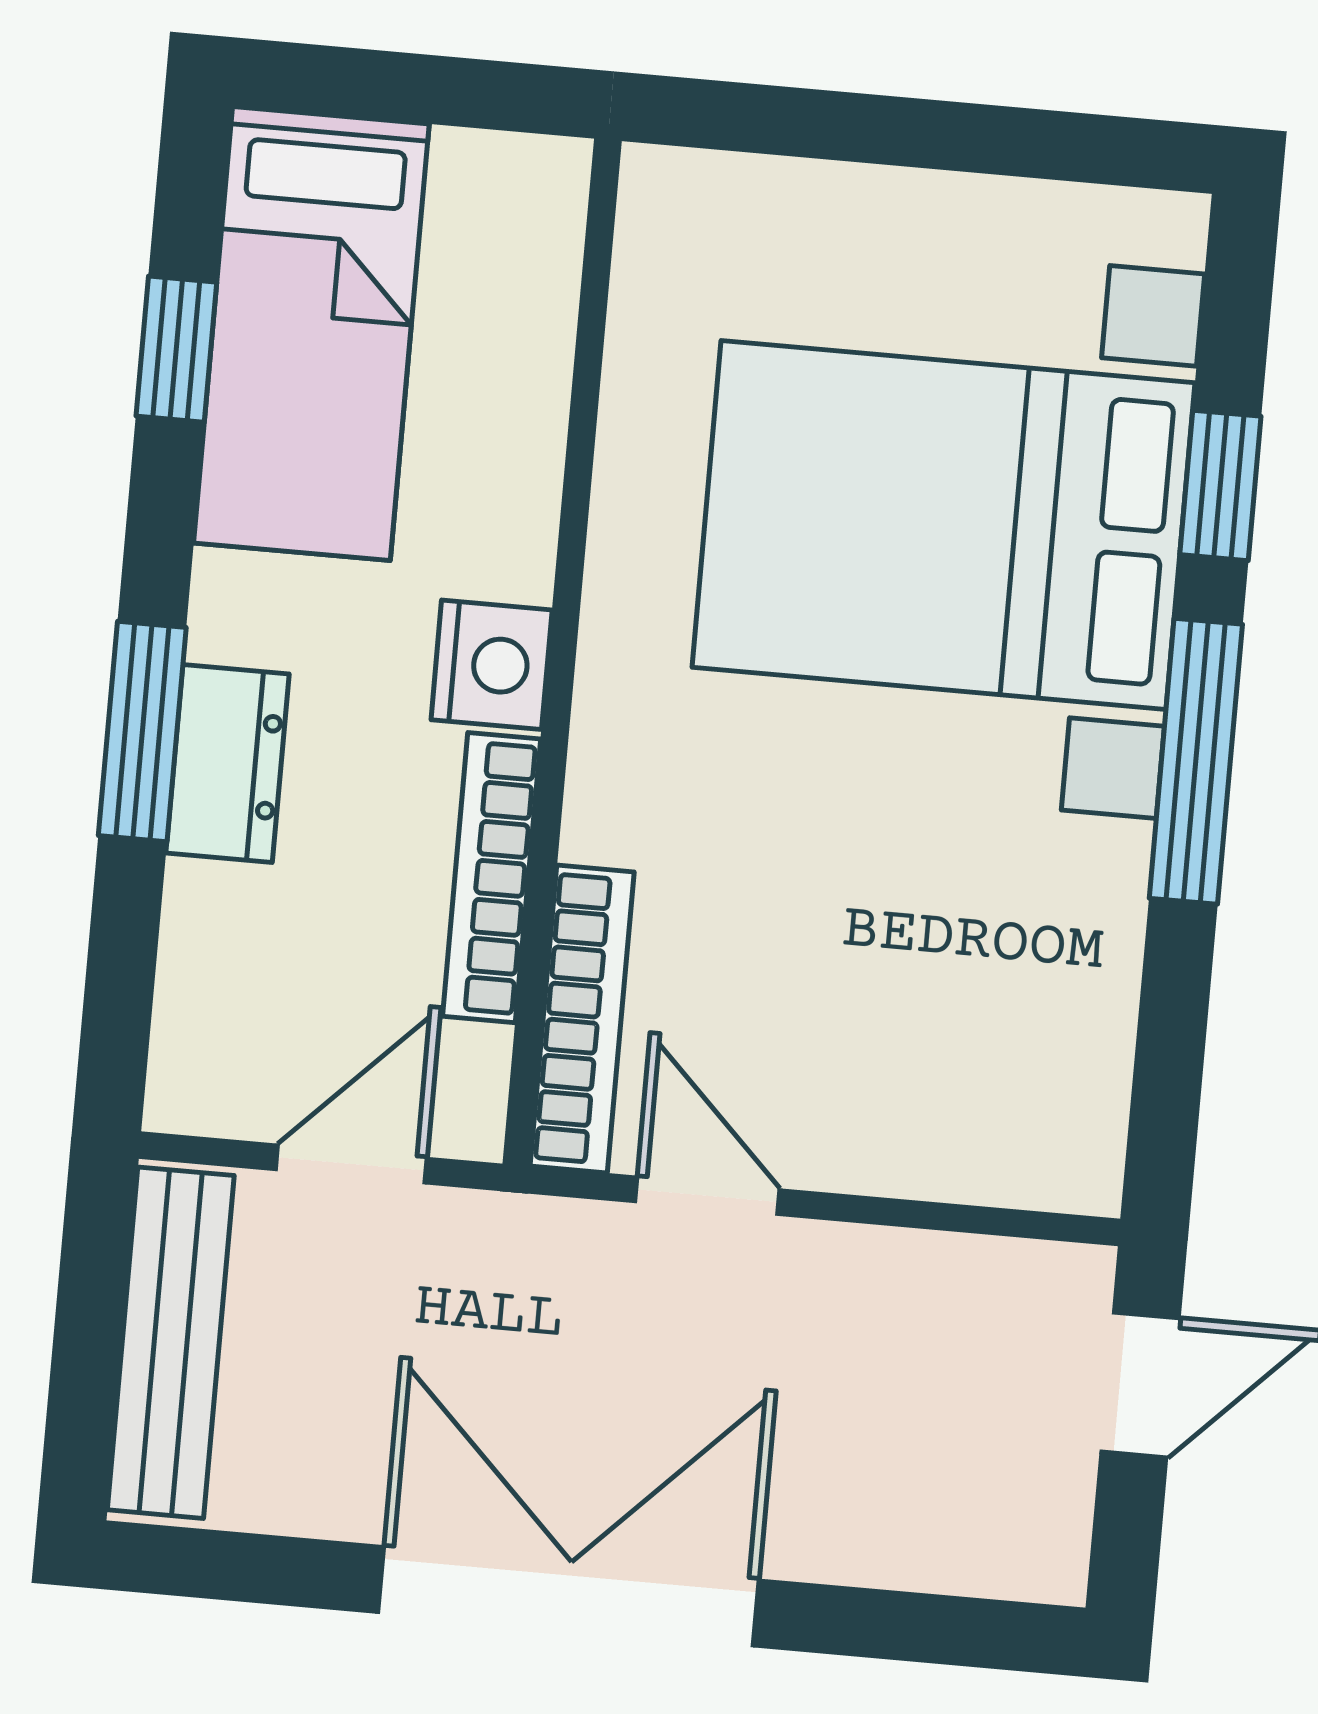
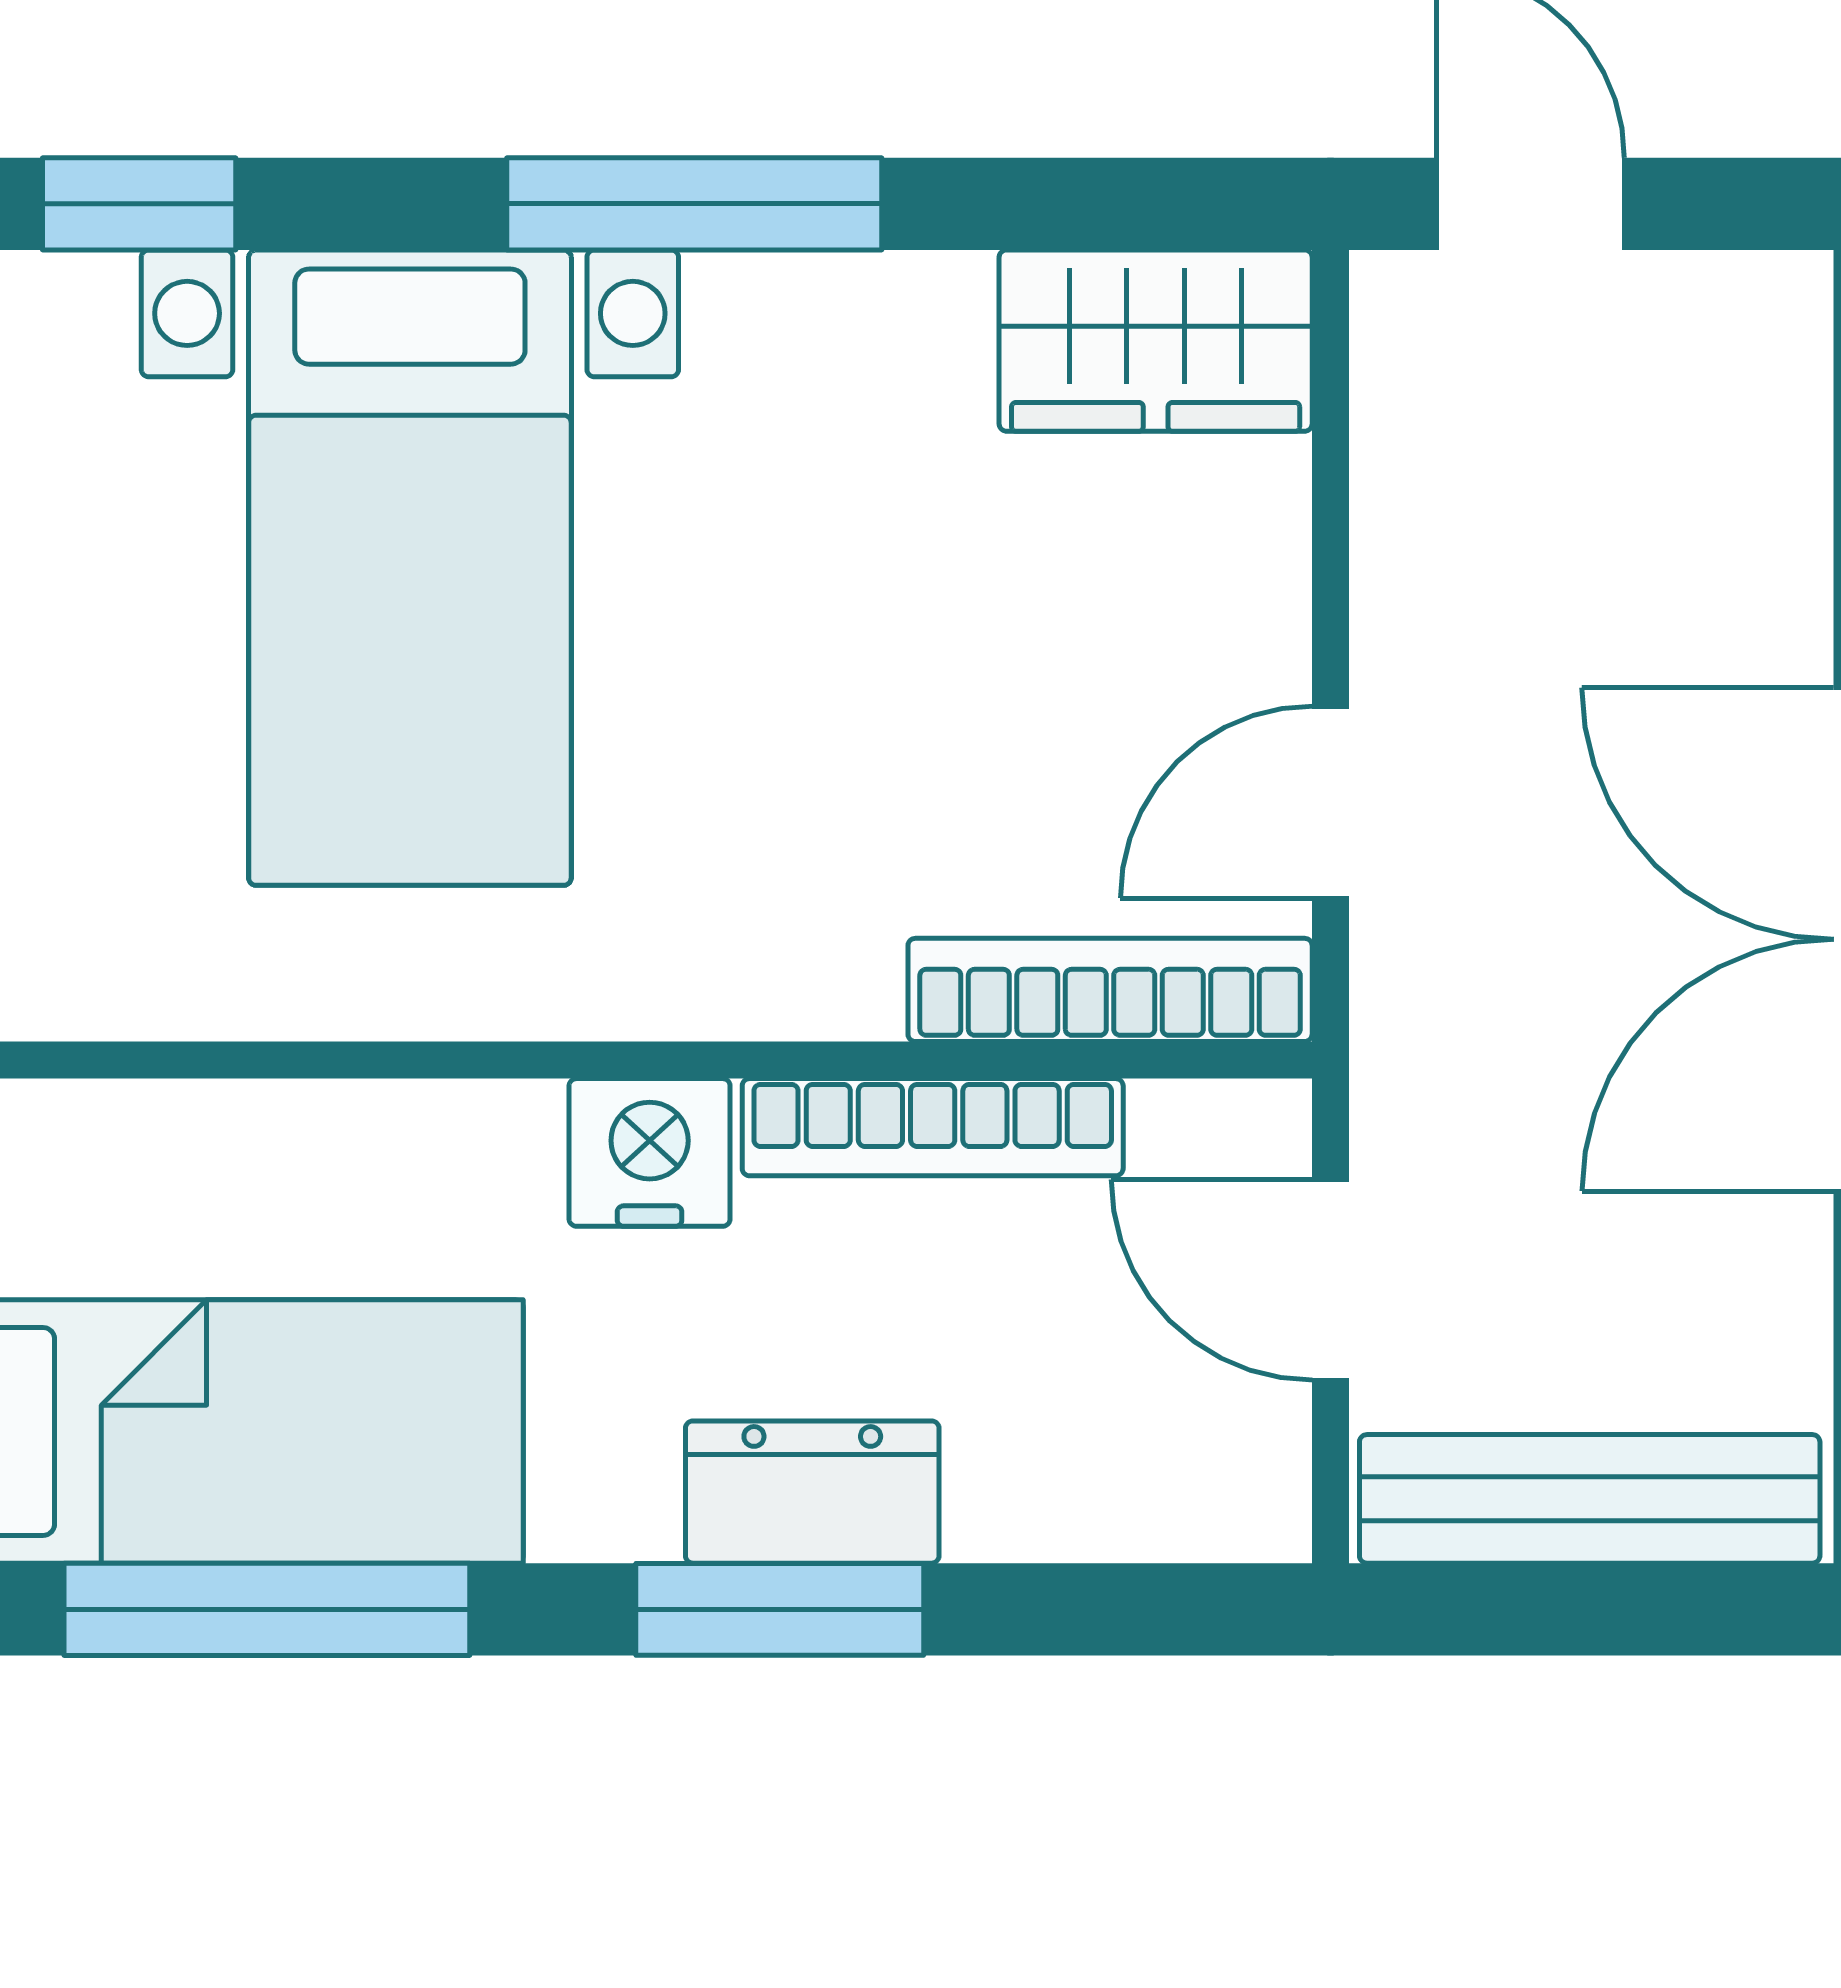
window: (176, 349) -> (267, 1609), width x2.17
window: (1220, 485) -> (139, 204), moved
bed with nightstands: (944, 525) -> (410, 568), width x0.73
wardrobe: (1063, 1096) -> (1156, 341), added

